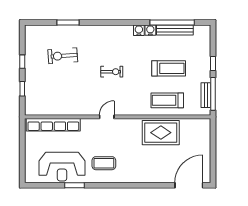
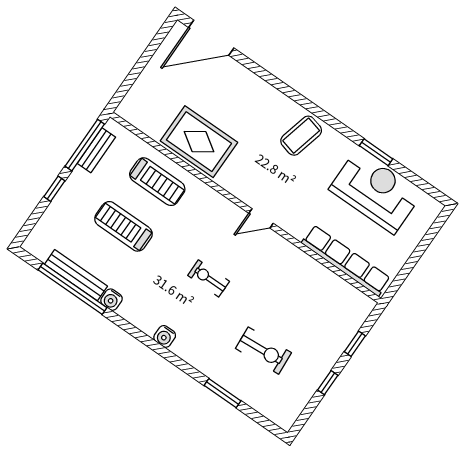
water cooler: (139, 30) -> (165, 336), moved
coffee table: (104, 163) -> (301, 136), moved, turned -76

